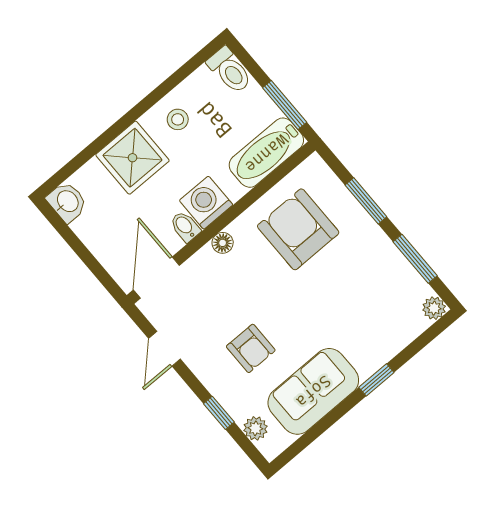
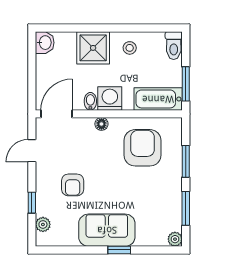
sofa: (313, 391) -> (107, 230), moved

